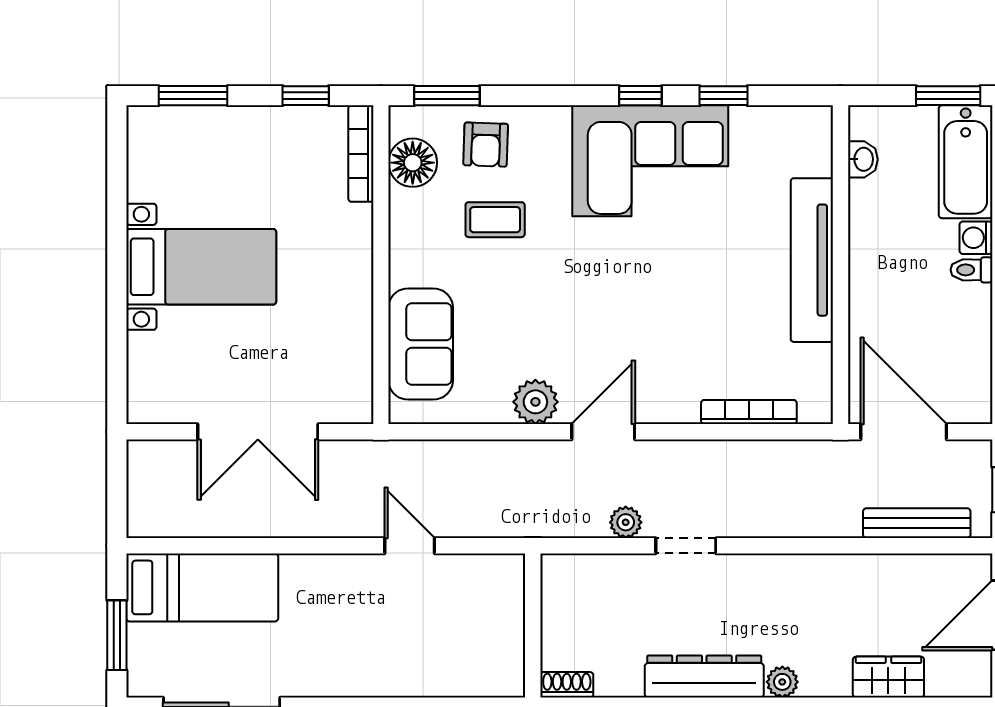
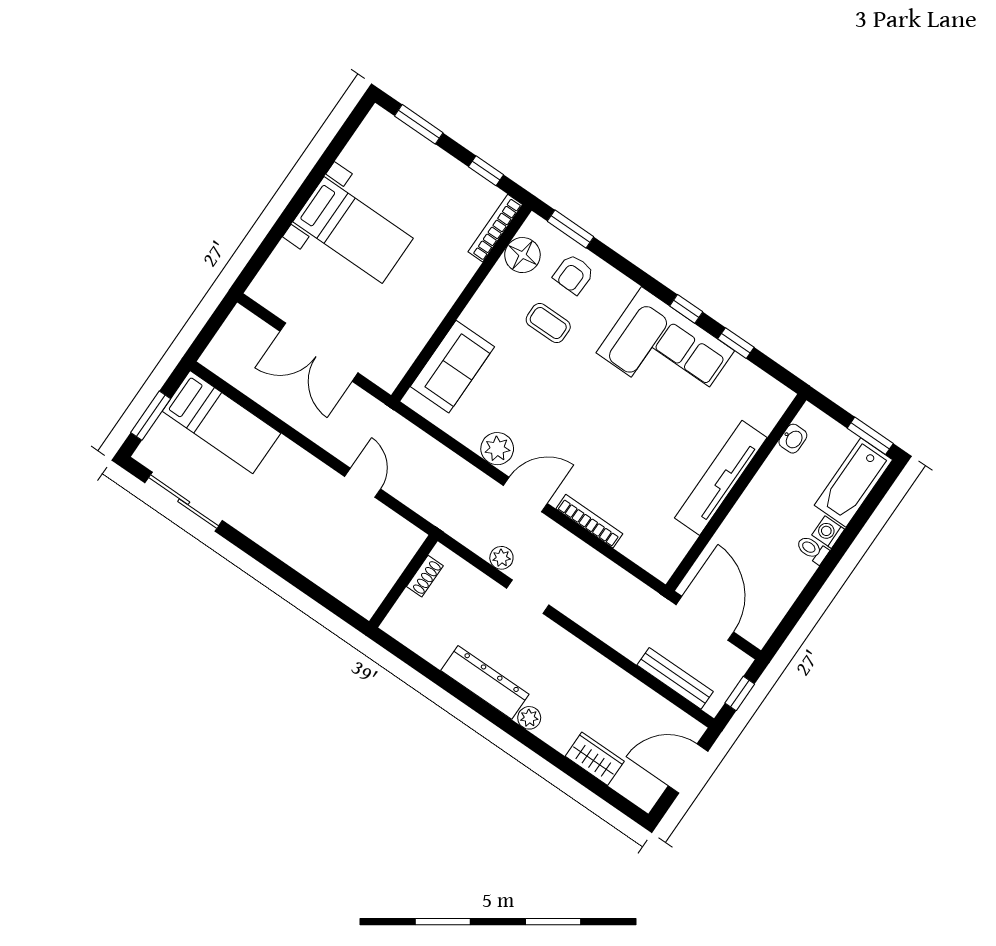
bookcase: (749, 412) -> (589, 521), moved
shoe rack: (567, 685) -> (425, 576), moved, turned 90

